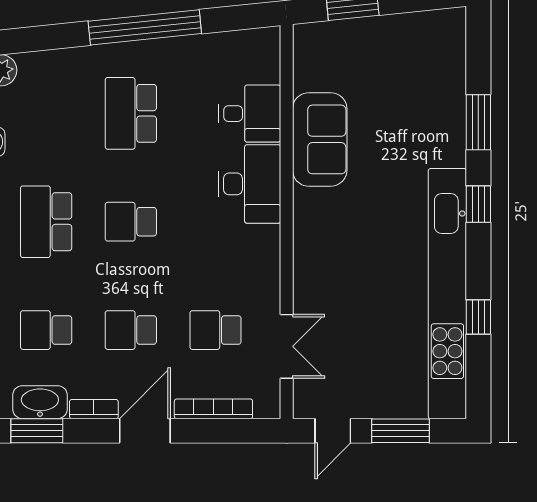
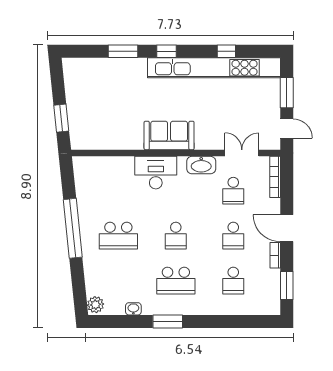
desk: (250, 114) -> (118, 173), removed
sofa: (320, 139) -> (169, 135), moved
washbasin: (40, 402) -> (201, 165), moved, turned -90
bookcase: (213, 409) -> (275, 177), moved

